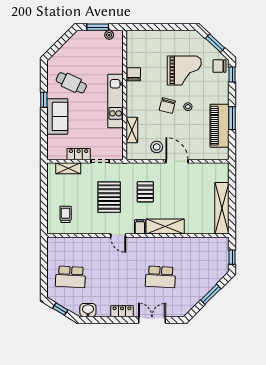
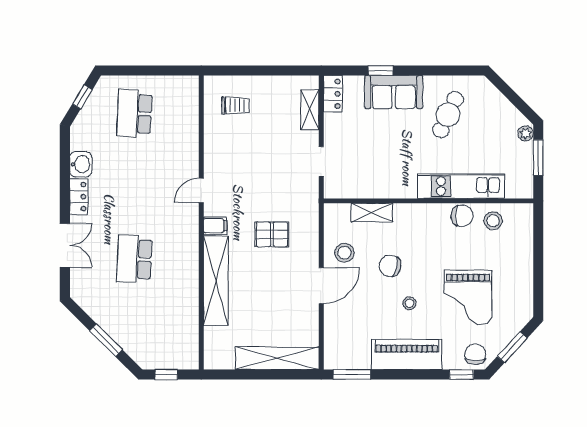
plant: (109, 35) -> (526, 133), moved
stool: (137, 55) -> (493, 221), added
window: (44, 100) -> (381, 70), moved
kitchen unit: (116, 101) -> (461, 186), moved
chair: (167, 106) -> (390, 266), moved
window: (232, 118) -> (352, 375), moved
piano: (220, 126) -> (407, 354), moved
locker: (79, 154) -> (333, 94), moved
pallet: (109, 197) -> (263, 176), removed
shelving: (222, 208) -> (277, 358), moved
shelving: (165, 226) -> (216, 281), width x1.47
washbasin: (88, 310) -> (81, 164), moved

